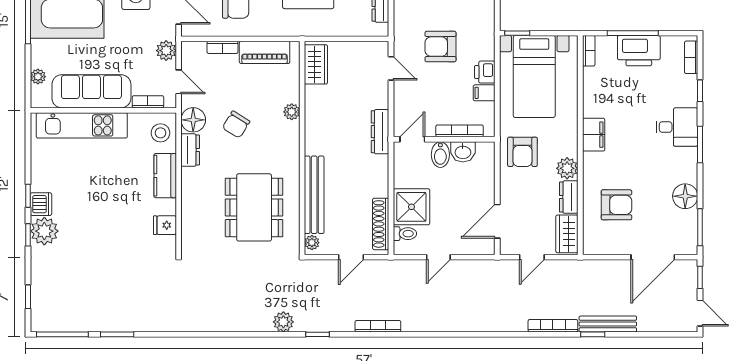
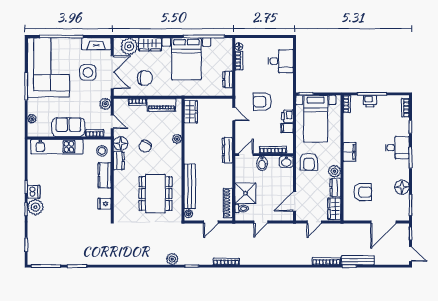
printer: (639, 51) -> (370, 101), width x0.53, depth x0.68
sofa: (91, 91) -> (68, 127), width x0.73
washbasin: (463, 152) -> (286, 162), moved

